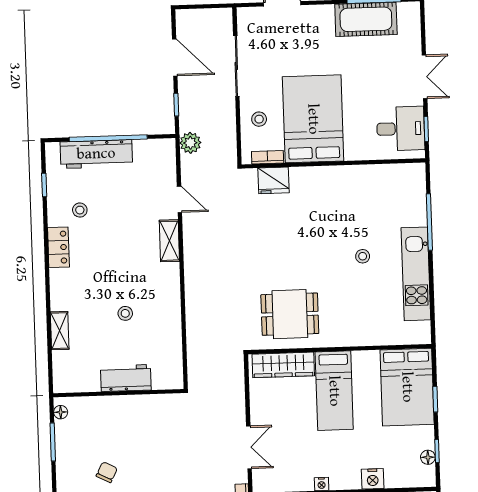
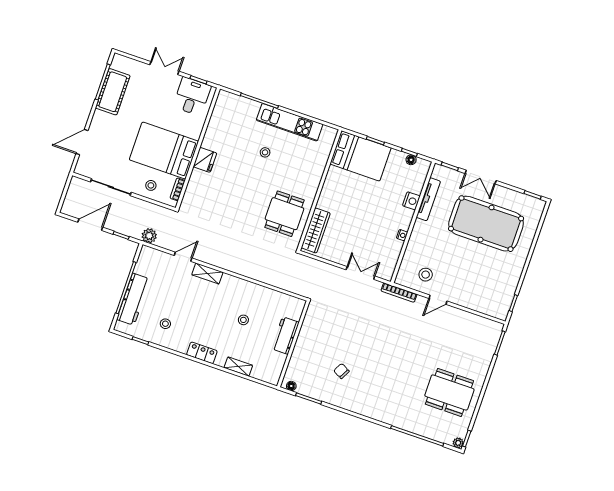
fridge: (273, 180) -> (205, 160), moved
locker: (58, 247) -> (202, 353), moved
bed: (334, 391) -> (345, 204), removed

